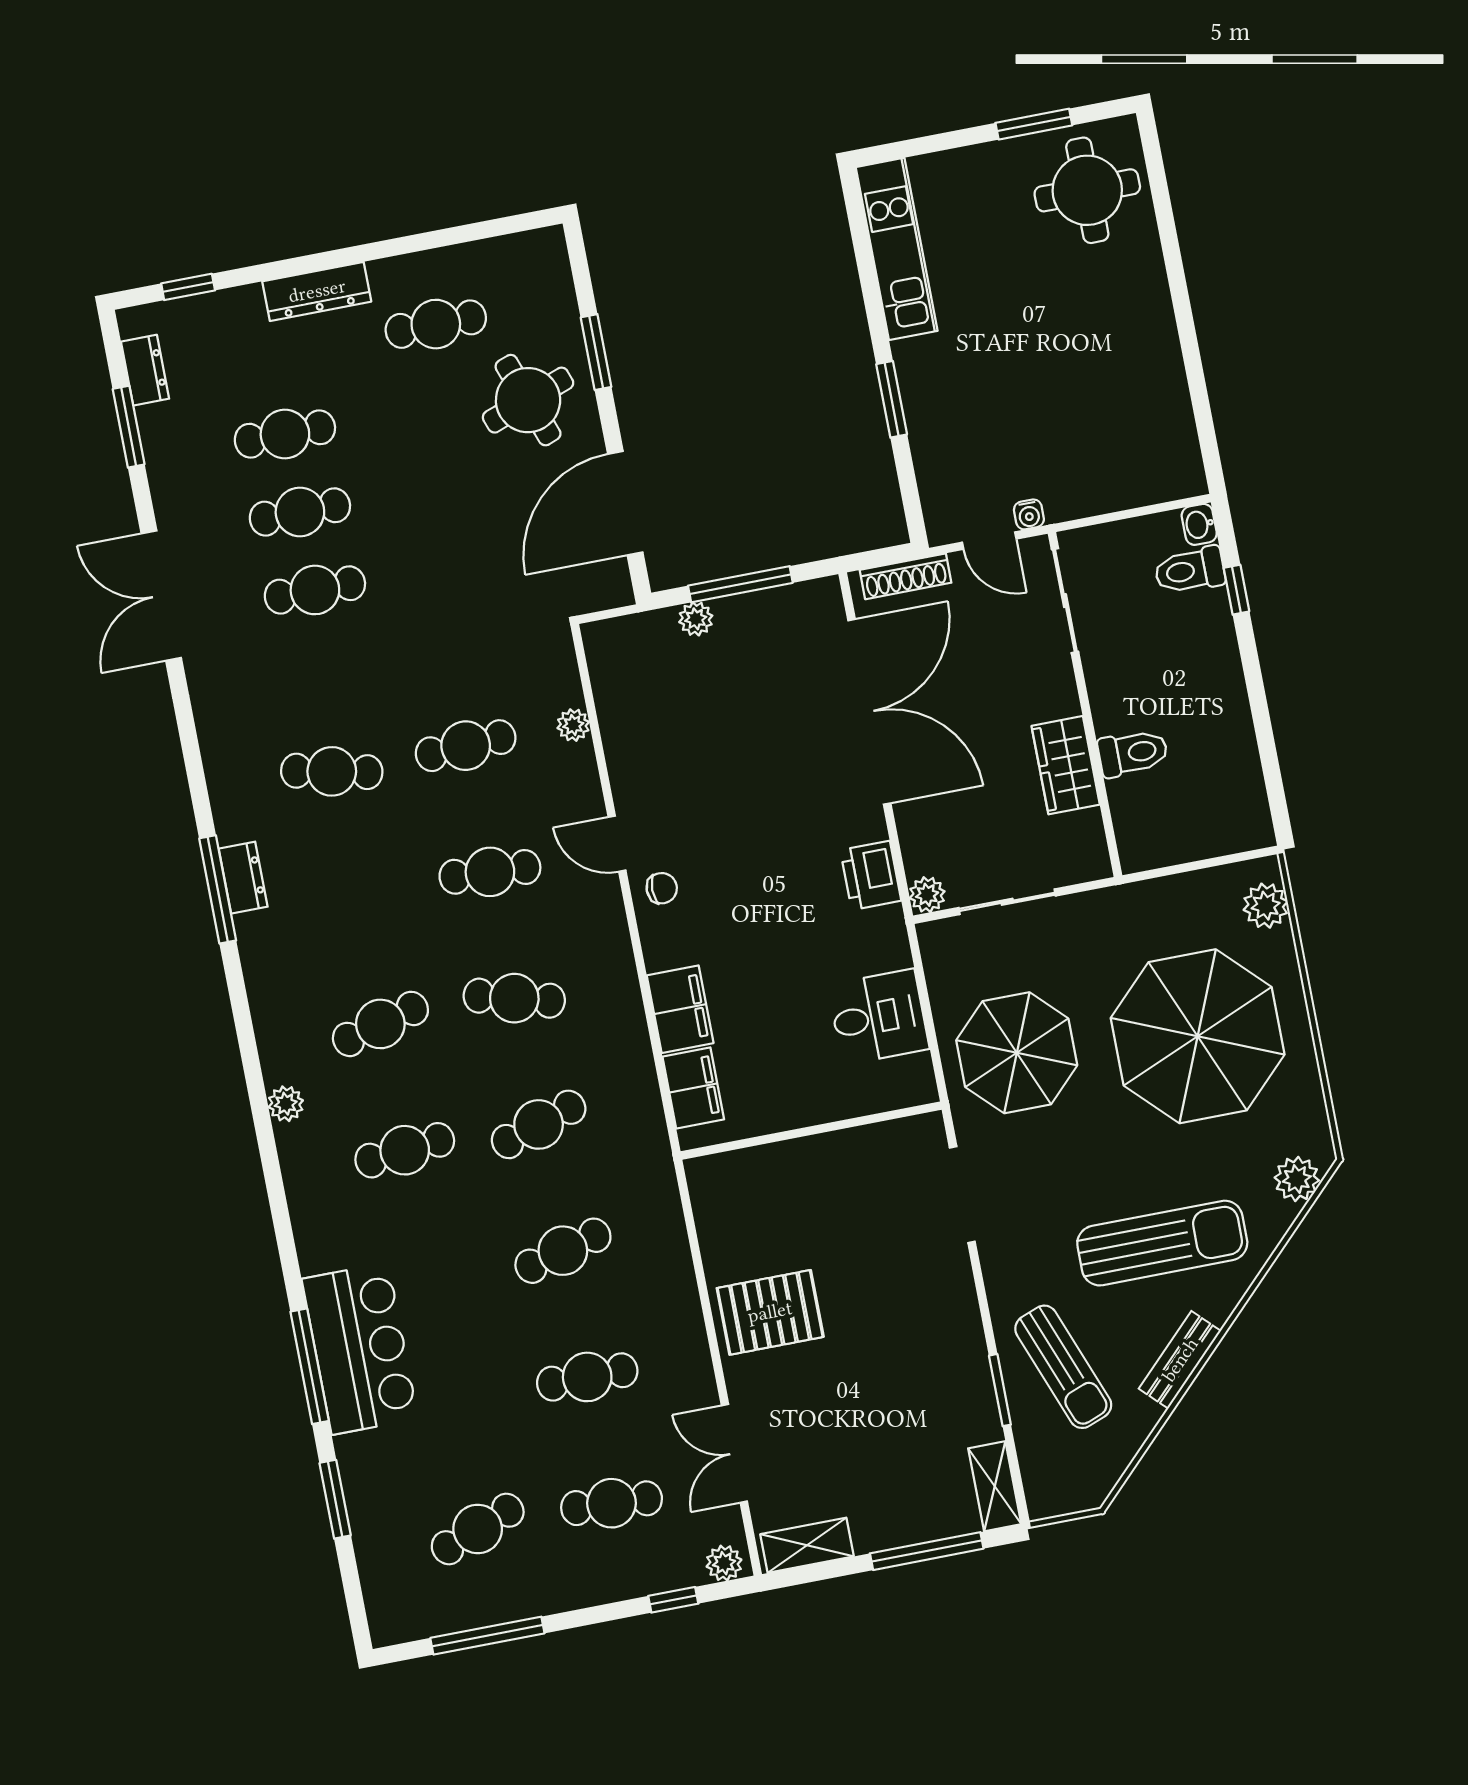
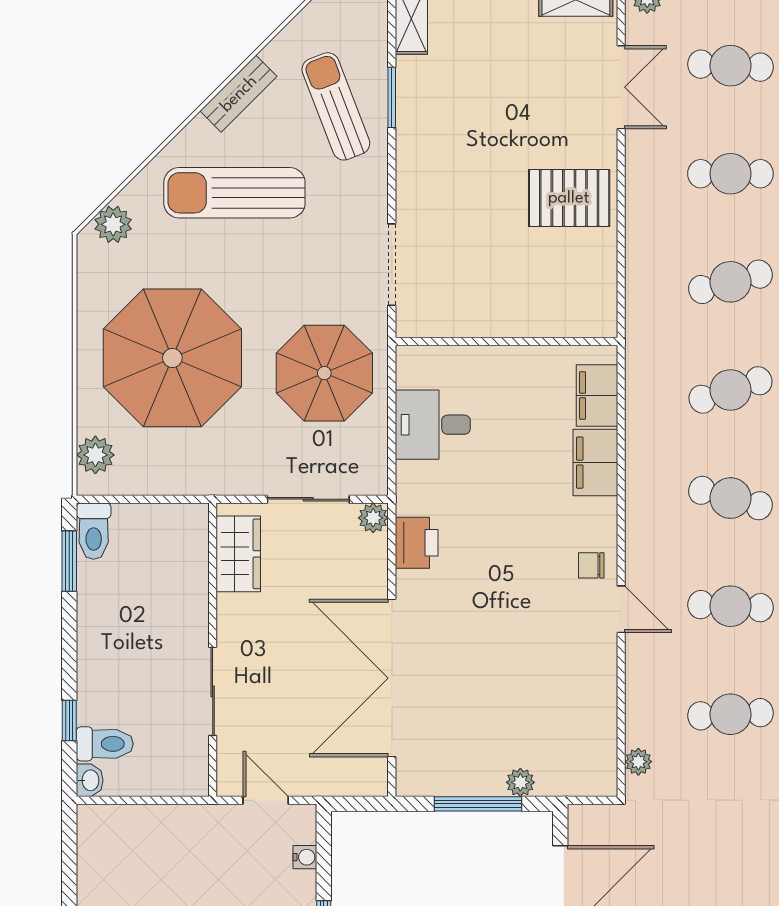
water cooler: (1029, 514) -> (305, 857), moved, turned 90
shoe rack: (906, 576) -> (340, 784), removed
sliding door: (1065, 601) -> (213, 691), moved
plant: (573, 725) -> (638, 762), moved
toilet: (1133, 753) -> (94, 531), moved, turned -90
wardrobe: (1066, 765) -> (238, 554), moved
window: (1272, 776) -> (69, 561), added

